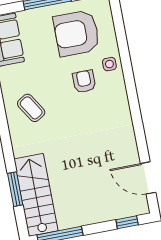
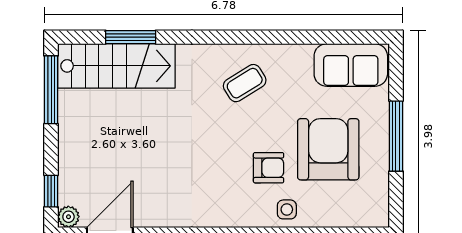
armchair: (77, 33) -> (328, 149), moved
plant: (142, 208) -> (68, 217), added

